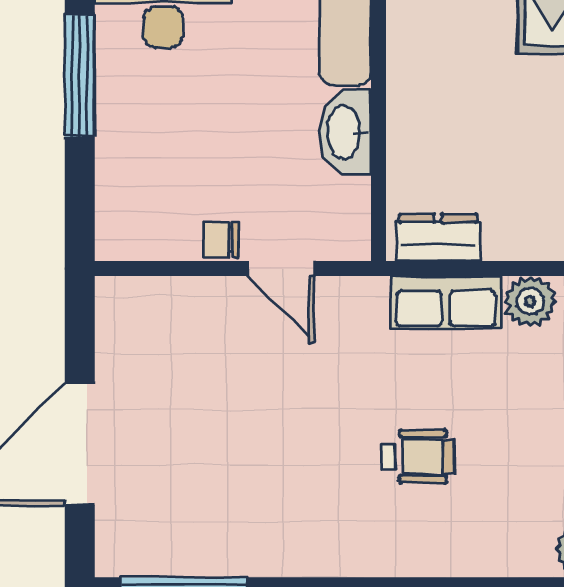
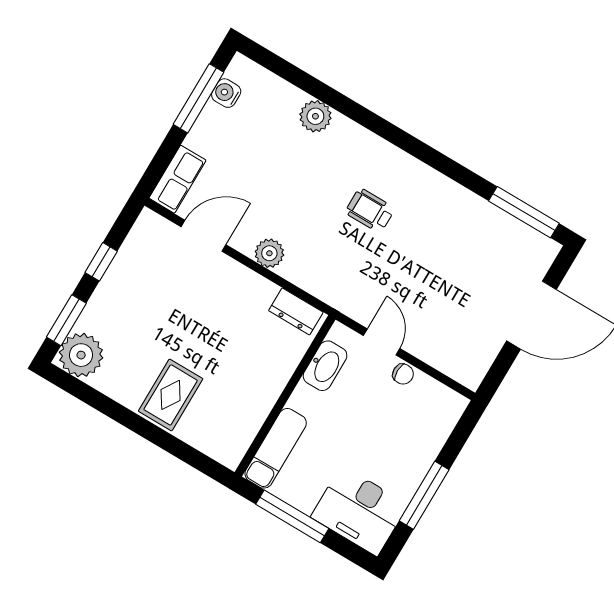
washbasin: (345, 132) -> (325, 366), moved
row of seats: (446, 302) -> (311, 277), removed

